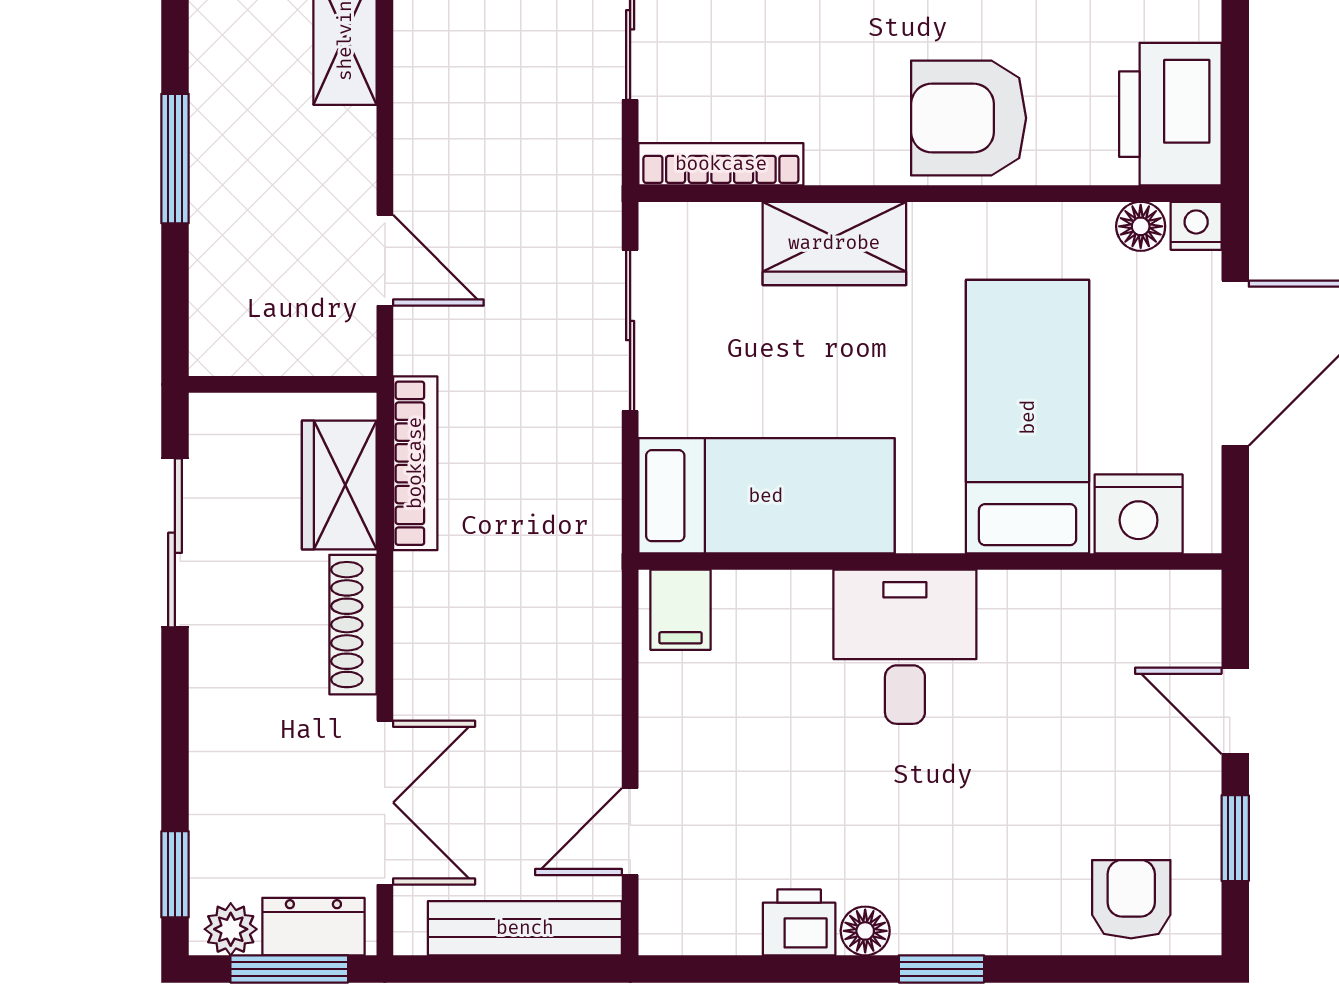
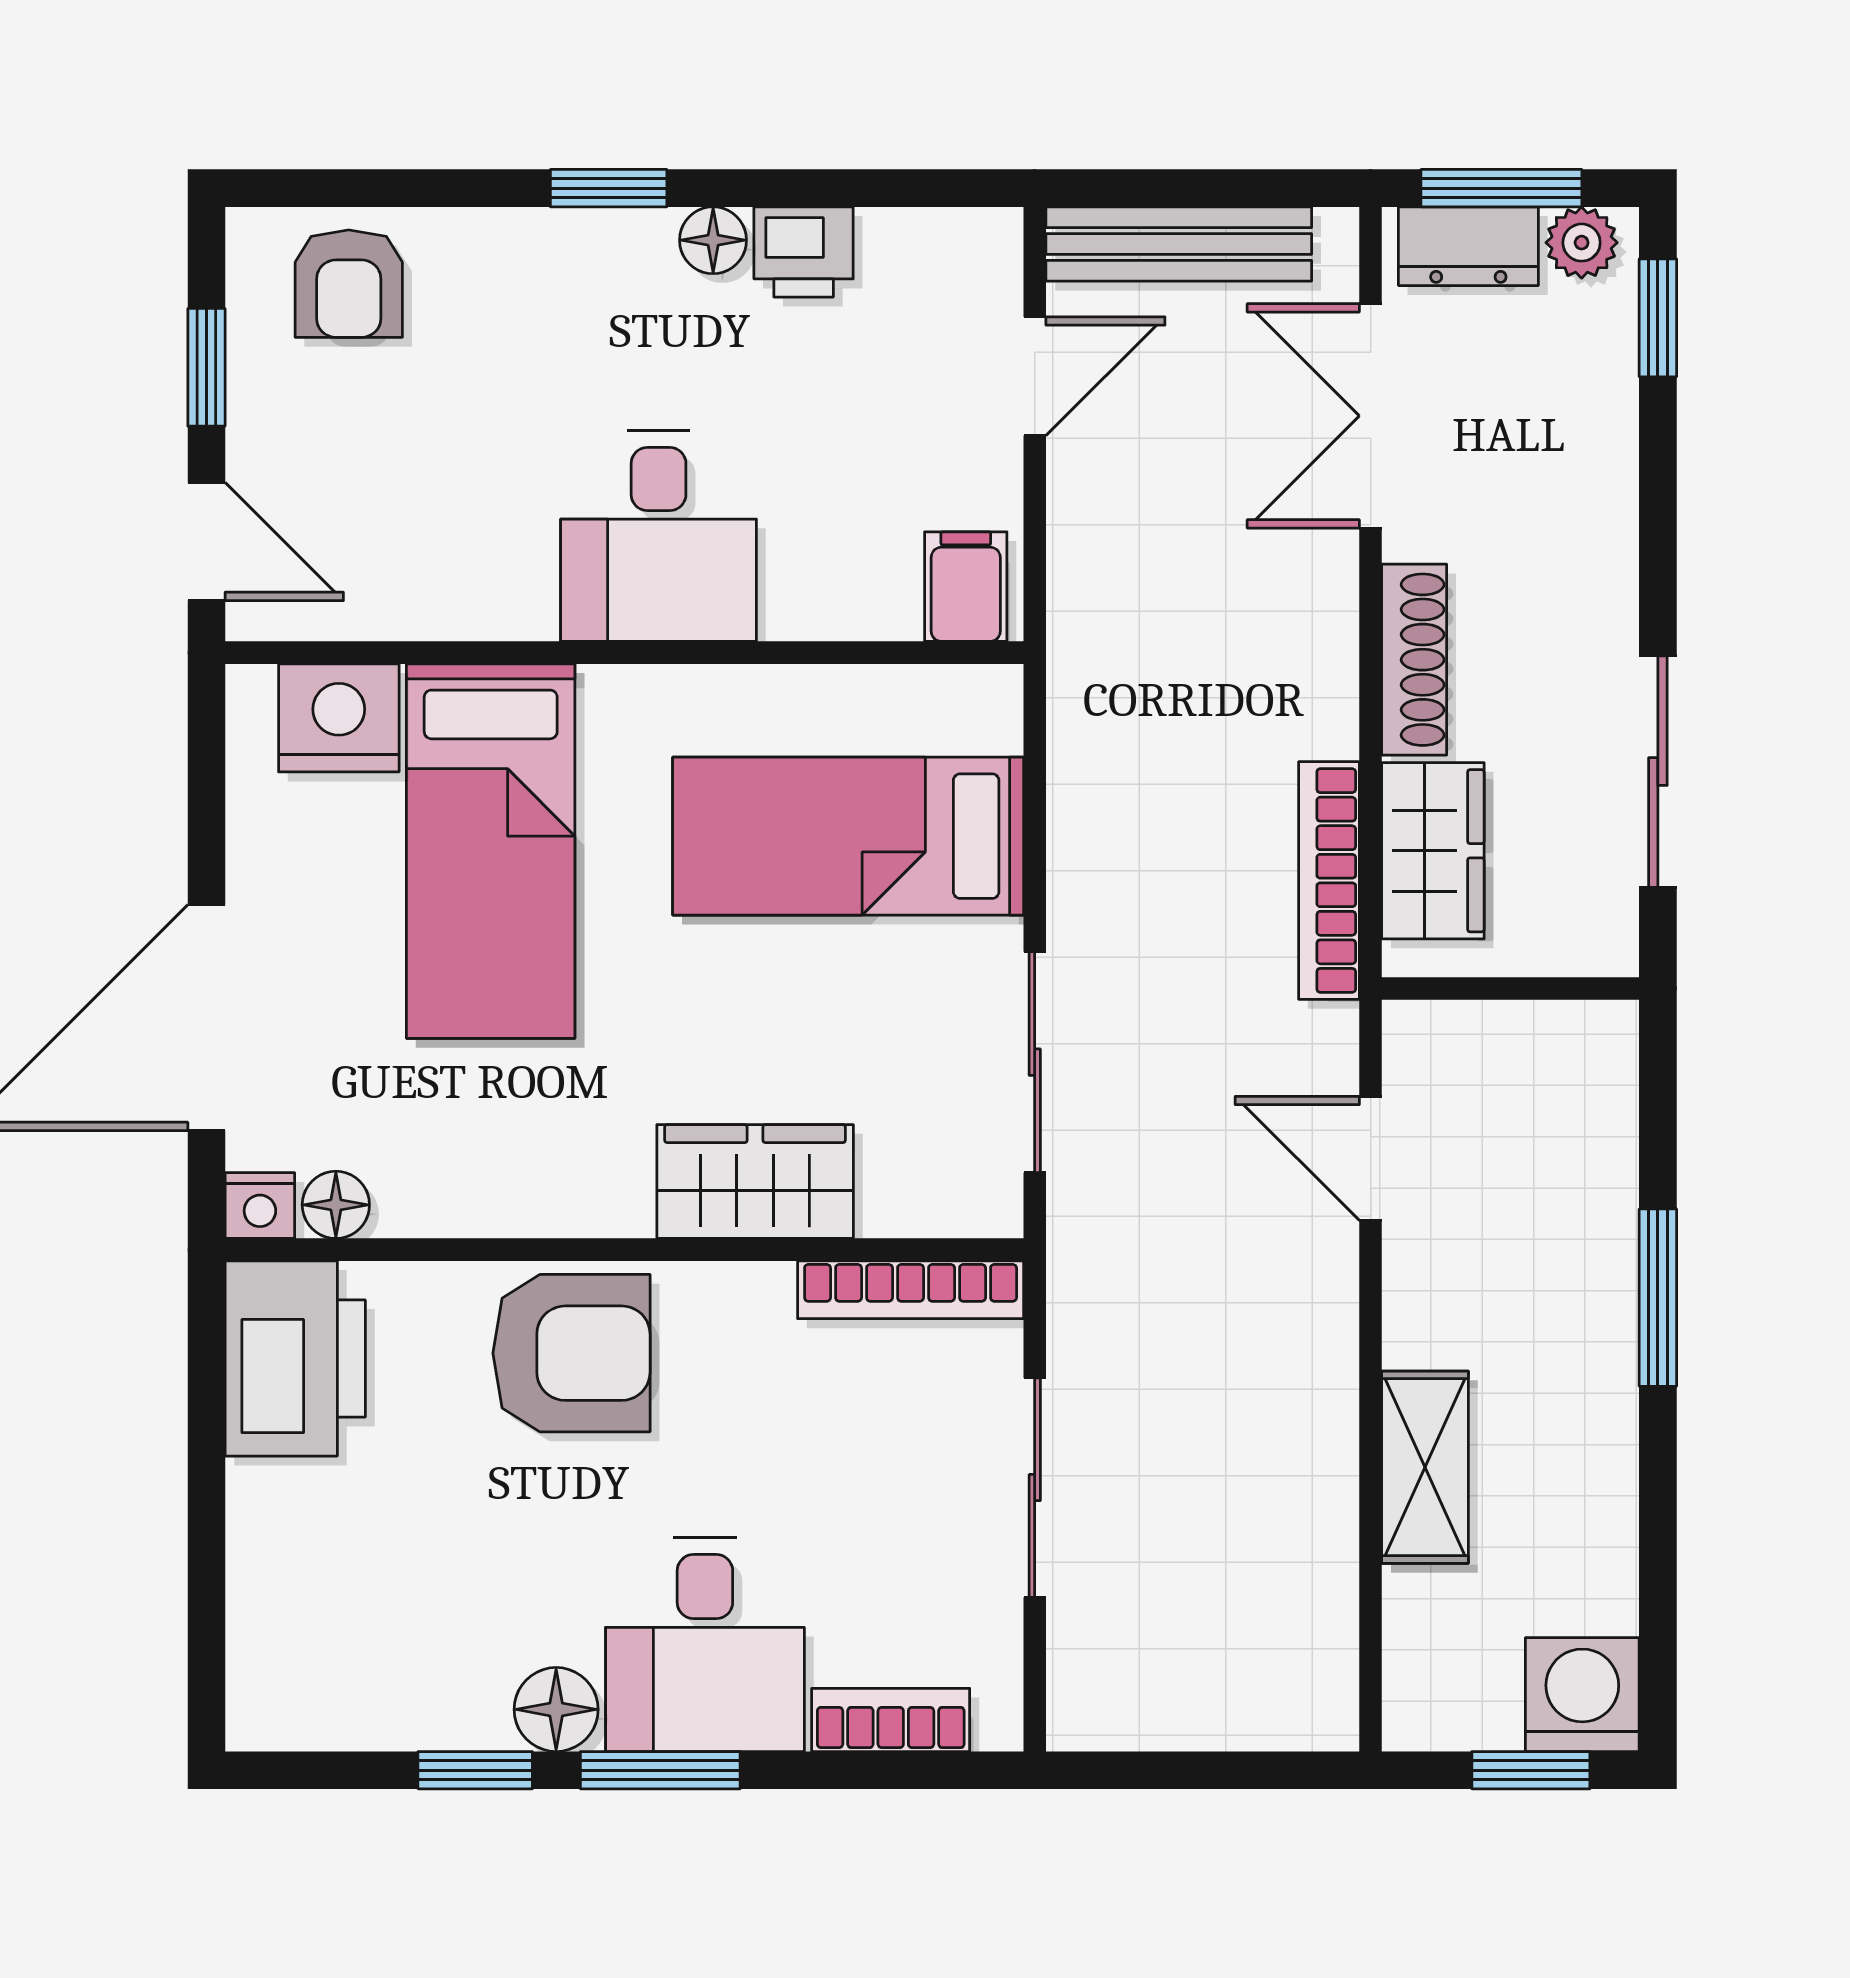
bed: (1028, 417) -> (491, 851), moved
nightstand: (1139, 514) -> (339, 718), moved
wall: (930, 562) -> (624, 653), moved
filing cabinet: (681, 610) -> (966, 587), moved
desk: (905, 647) -> (659, 536), moved

